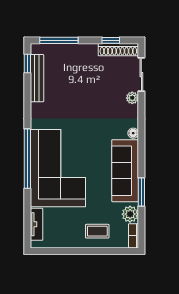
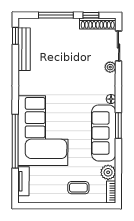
window: (59, 40) -> (56, 15), moved
window: (27, 159) -> (15, 141), moved
window: (141, 192) -> (118, 125), moved

